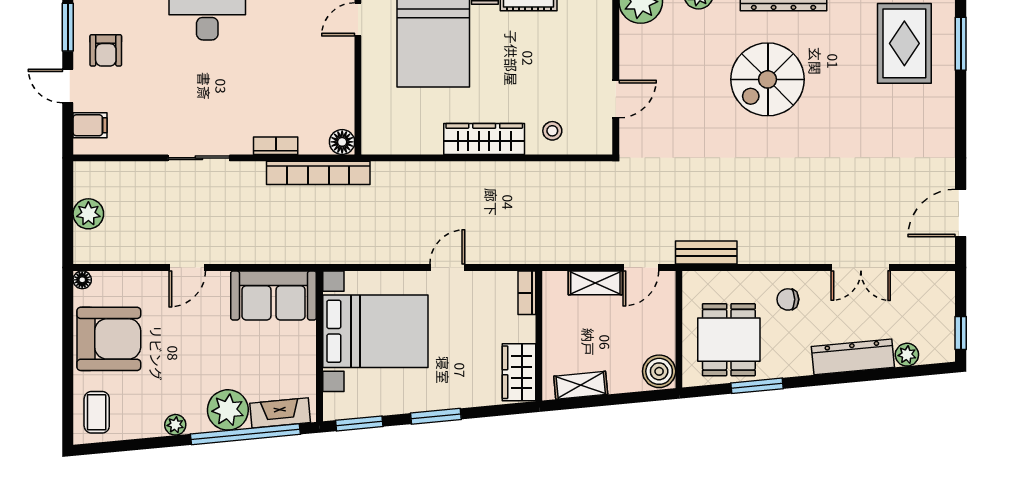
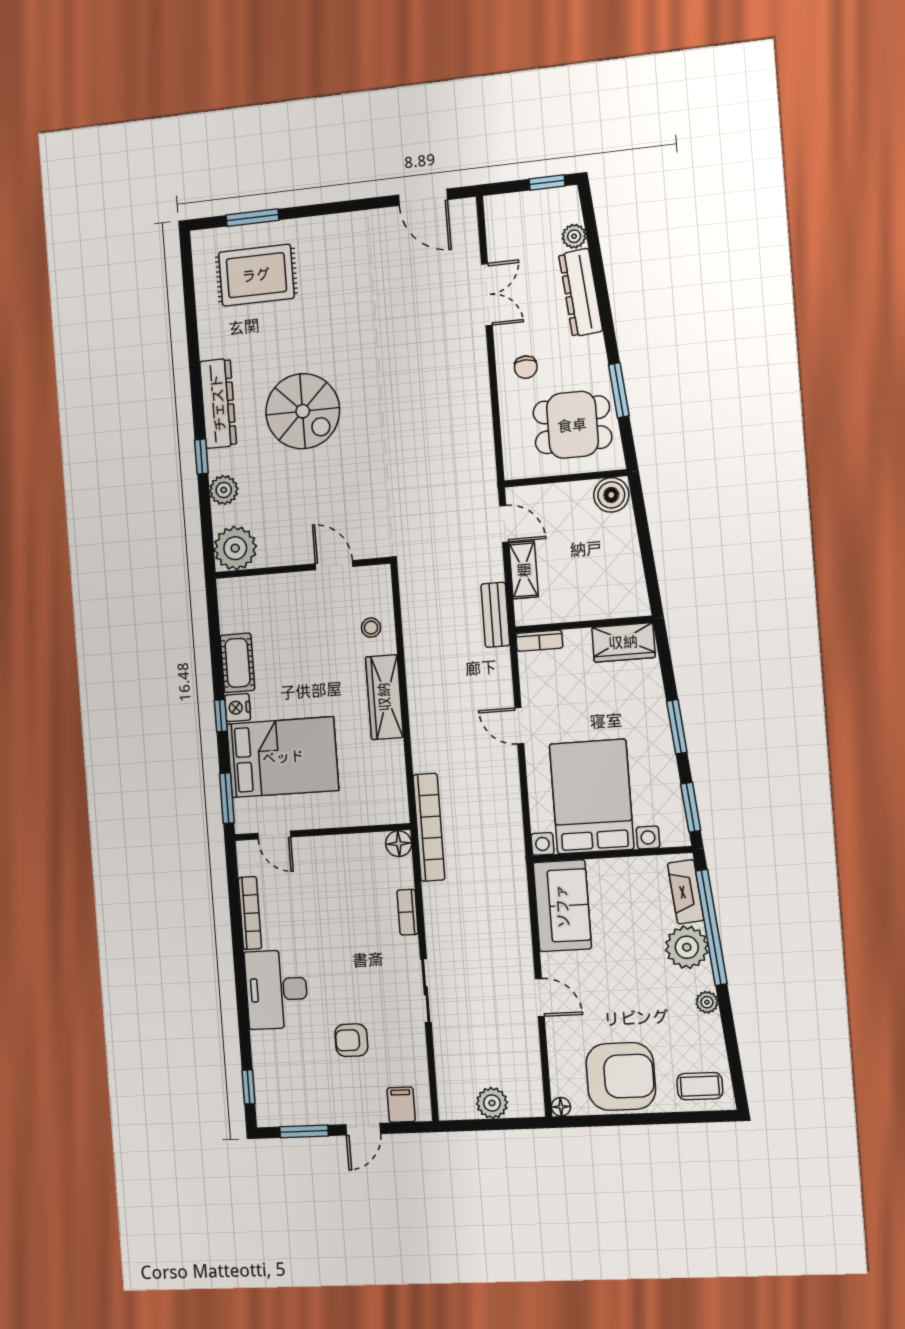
armchair: (106, 50) -> (351, 1040), moved, turned 180
bookcase: (318, 173) -> (429, 827), moved
bench: (706, 253) -> (495, 615), moved
armchair: (109, 339) -> (621, 1076), turned 90
shelving: (581, 385) -> (632, 576), removed

